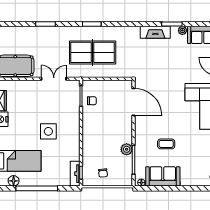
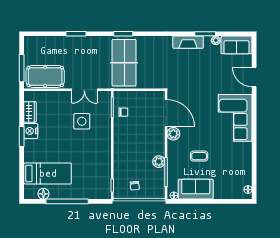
table tennis table: (93, 52) -> (124, 63), turned 90
double door: (54, 79) -> (84, 90), swing flipped
plant: (141, 122) -> (173, 134), added
side table: (48, 131) -> (82, 121), moved
tv unit: (75, 174) -> (106, 186), removed

